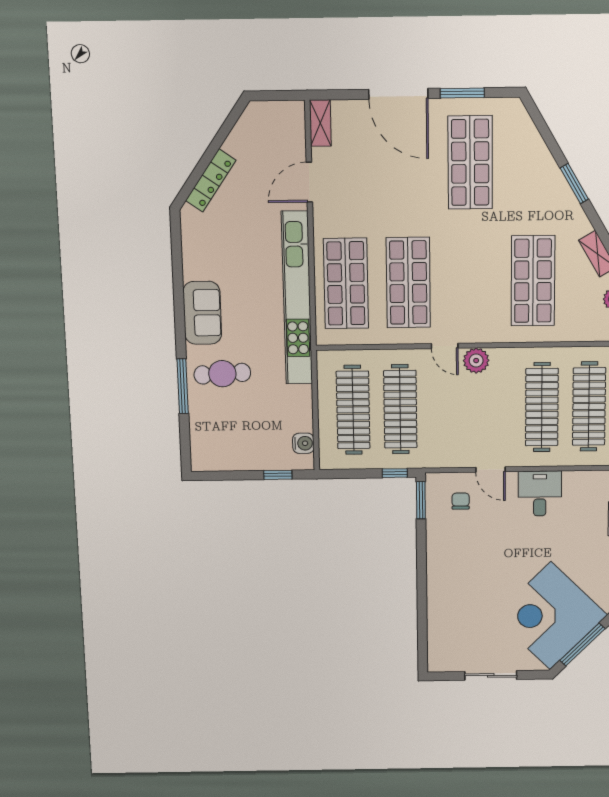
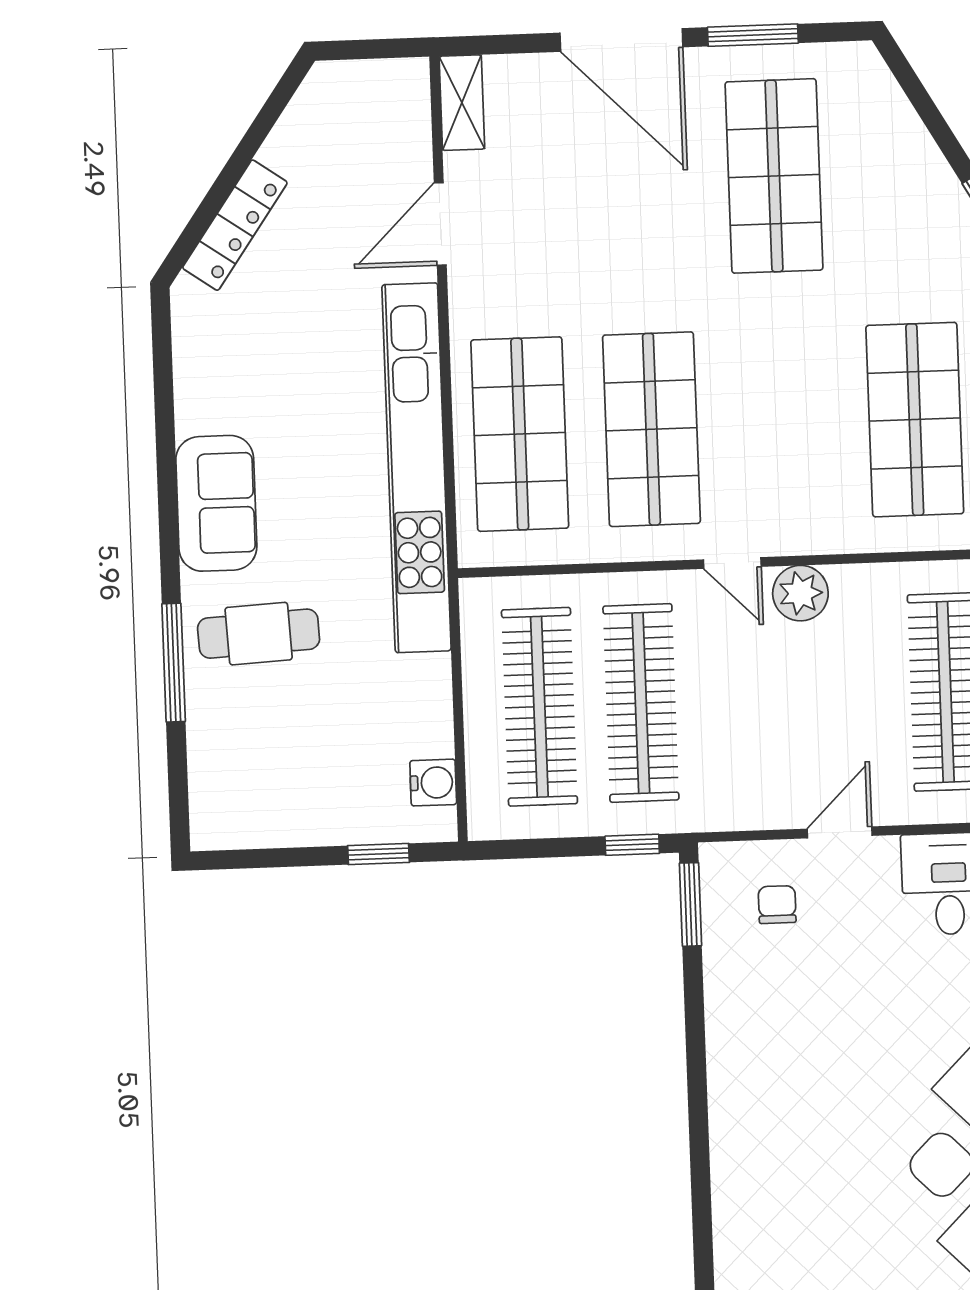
door: (490, 470) -> (840, 832), swing flipped

